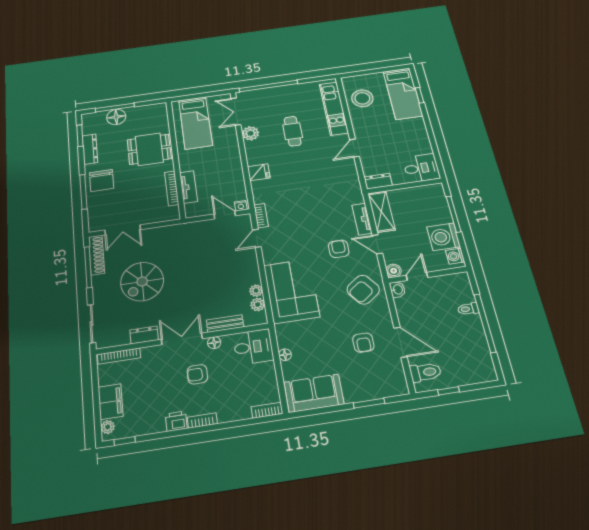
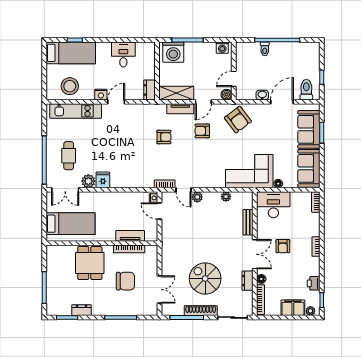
floor lamp: (116, 117) -> (54, 287), removed
cafe table: (293, 131) -> (69, 156), moved, turned 90
nightstand: (360, 131) -> (101, 95), added
door: (355, 148) -> (116, 102), swing flipped
dresser: (90, 149) -> (82, 310), width x0.70
desk: (421, 168) -> (123, 54), moved
fridge: (259, 172) -> (103, 180), moved
chair: (102, 180) -> (125, 281), moved
door: (225, 215) -> (159, 211), hinge flipped
washing machine: (444, 237) -> (173, 52), moved
shoe rack: (97, 255) -> (201, 311), moved
door: (417, 276) -> (234, 79), hinge flipped
spiral stairs: (142, 281) -> (205, 278), turned 180
washbasin: (398, 289) -> (262, 95), moved
corner sofa: (291, 291) -> (249, 171), moved
plant: (258, 305) -> (197, 197), moved
double door: (182, 339) -> (255, 254), swing flipped
floor lamp: (214, 343) -> (261, 279), moved
armchair: (363, 343) -> (164, 137), moved
desk: (253, 347) -> (273, 205), width x1.37
sofa: (370, 385) -> (309, 129), added
printer: (176, 421) -> (314, 283), moved

